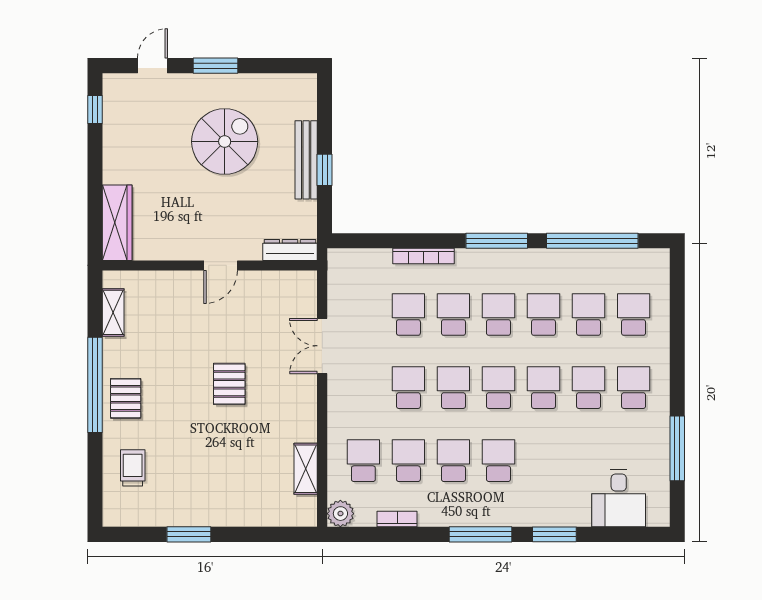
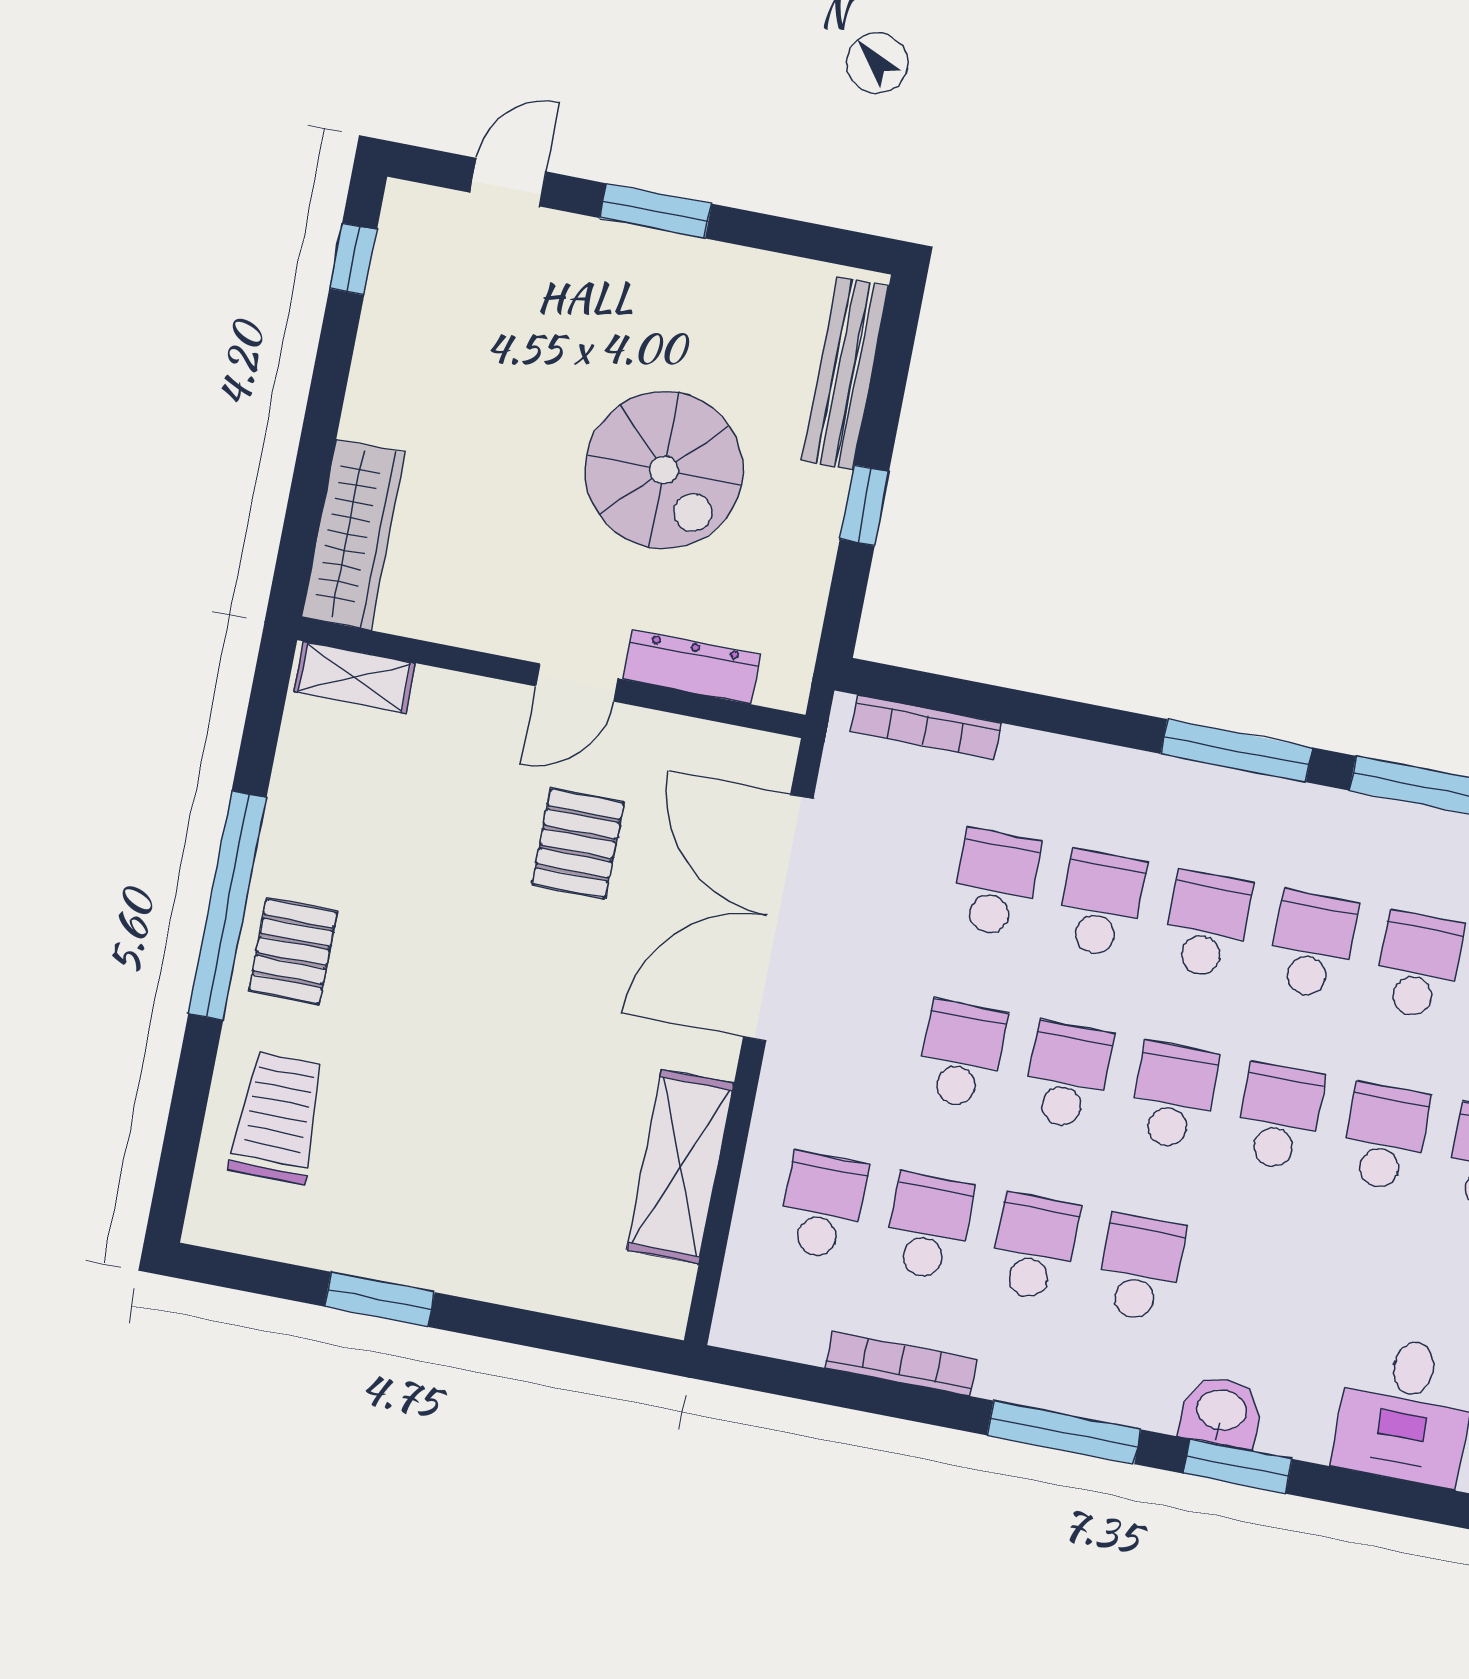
spiral stairs: (225, 142) -> (664, 470), moved, turned 90
bench: (306, 160) -> (845, 373), moved
dresser: (290, 250) -> (692, 667), moved
bookcase: (424, 256) -> (926, 727), moved
shelving: (113, 312) -> (355, 677), moved, turned 90
double door: (322, 346) -> (778, 918), width x1.87
pallet: (229, 384) -> (578, 843), moved
trolley: (133, 468) -> (278, 1118), width x1.36, depth x1.39
shelving: (306, 469) -> (680, 1167), width x1.50, depth x1.33
washbasin: (543, 513) -> (1221, 1412), added
plant: (340, 514) -> (745, 1320), removed
bookcase: (397, 519) -> (901, 1363), width x1.56

